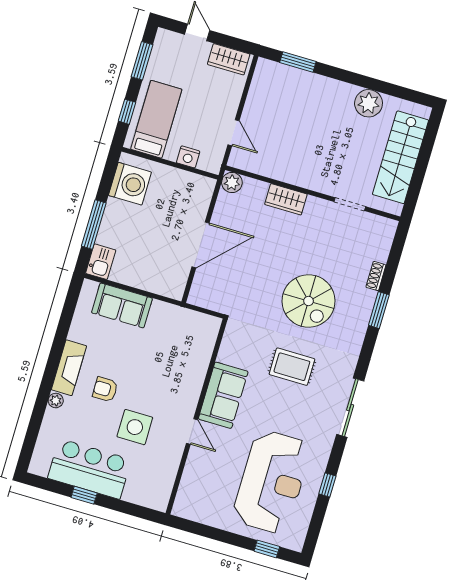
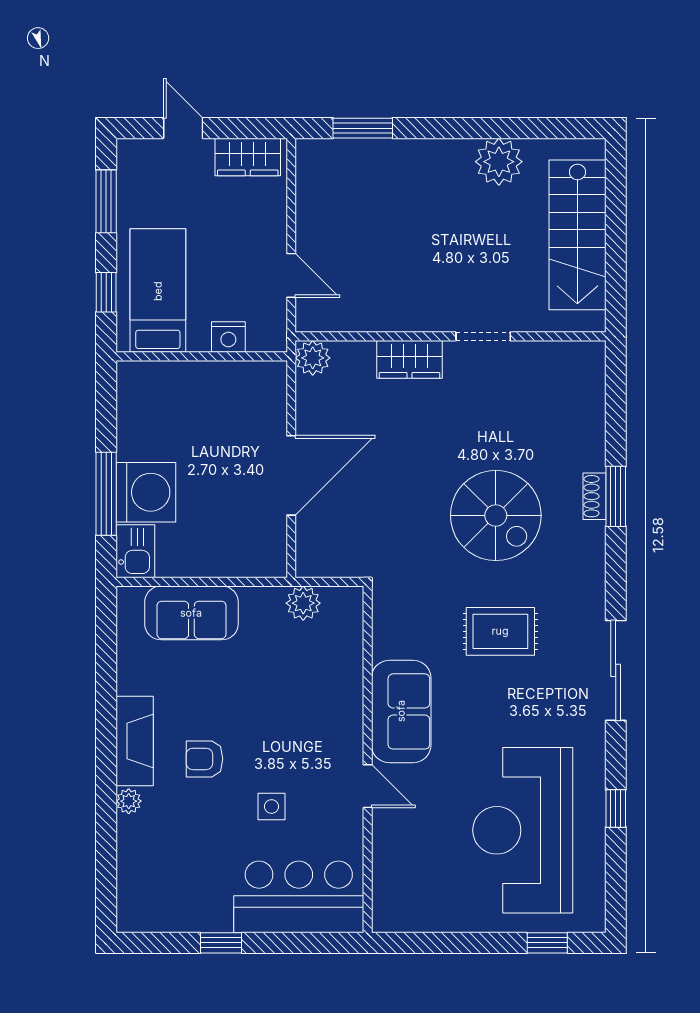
washing machine: (130, 184) -> (146, 492), moved
doorway: (350, 204) -> (483, 336), moved
shoe rack: (376, 276) -> (594, 496), moved
plant: (186, 318) -> (303, 603), added
side table: (135, 427) -> (271, 806), width x0.54, depth x0.54
bar counter: (89, 469) -> (299, 897), moved
reception desk: (272, 482) -> (523, 830), turned 180

